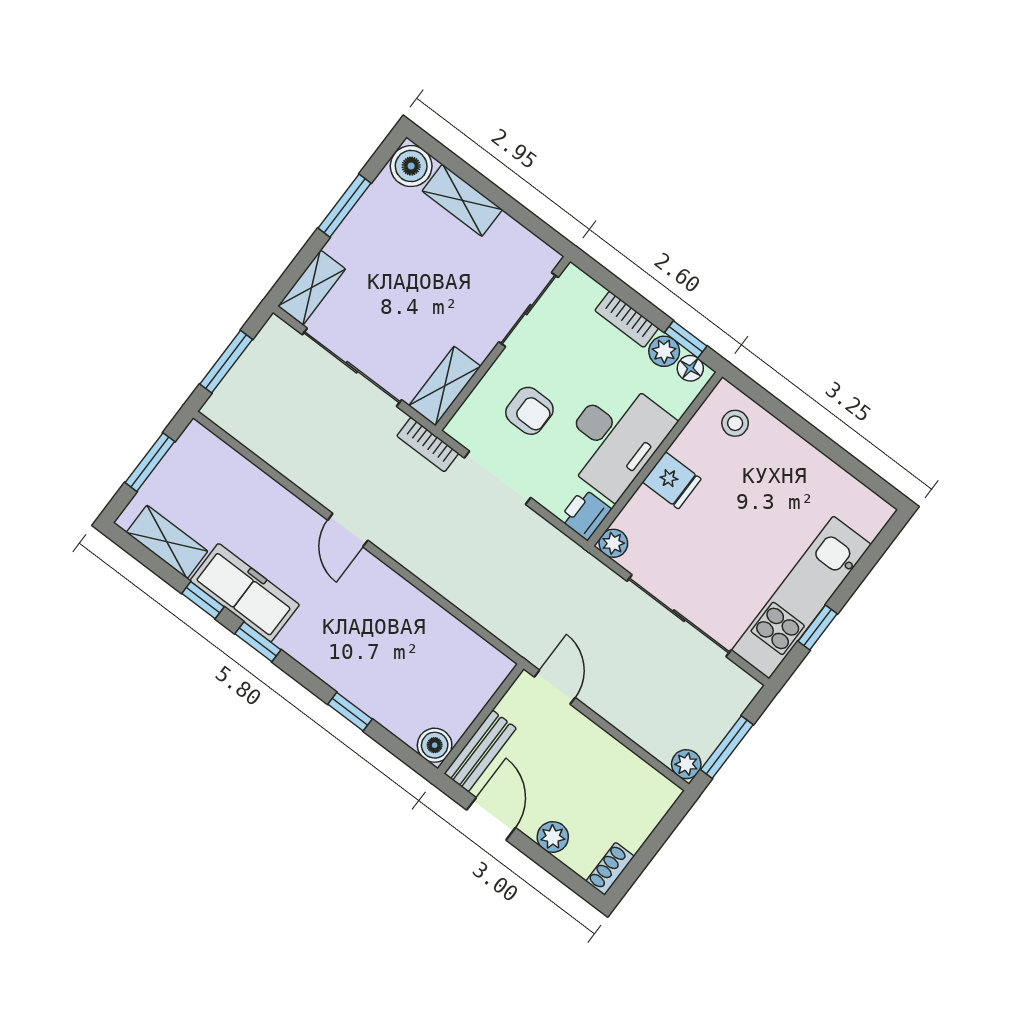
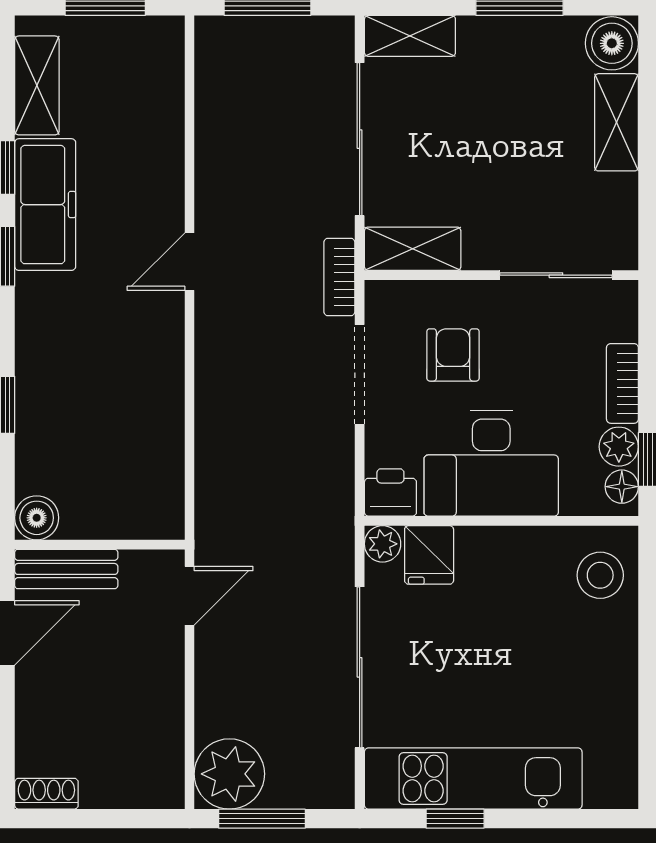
armchair: (529, 411) -> (453, 355), turned 180
stool: (735, 423) -> (600, 575), width x1.37, depth x1.37
fridge: (672, 480) -> (429, 555), moved
plant: (686, 764) -> (229, 774), width x1.88, depth x1.88
plant: (553, 837) -> (35, 710), removed

